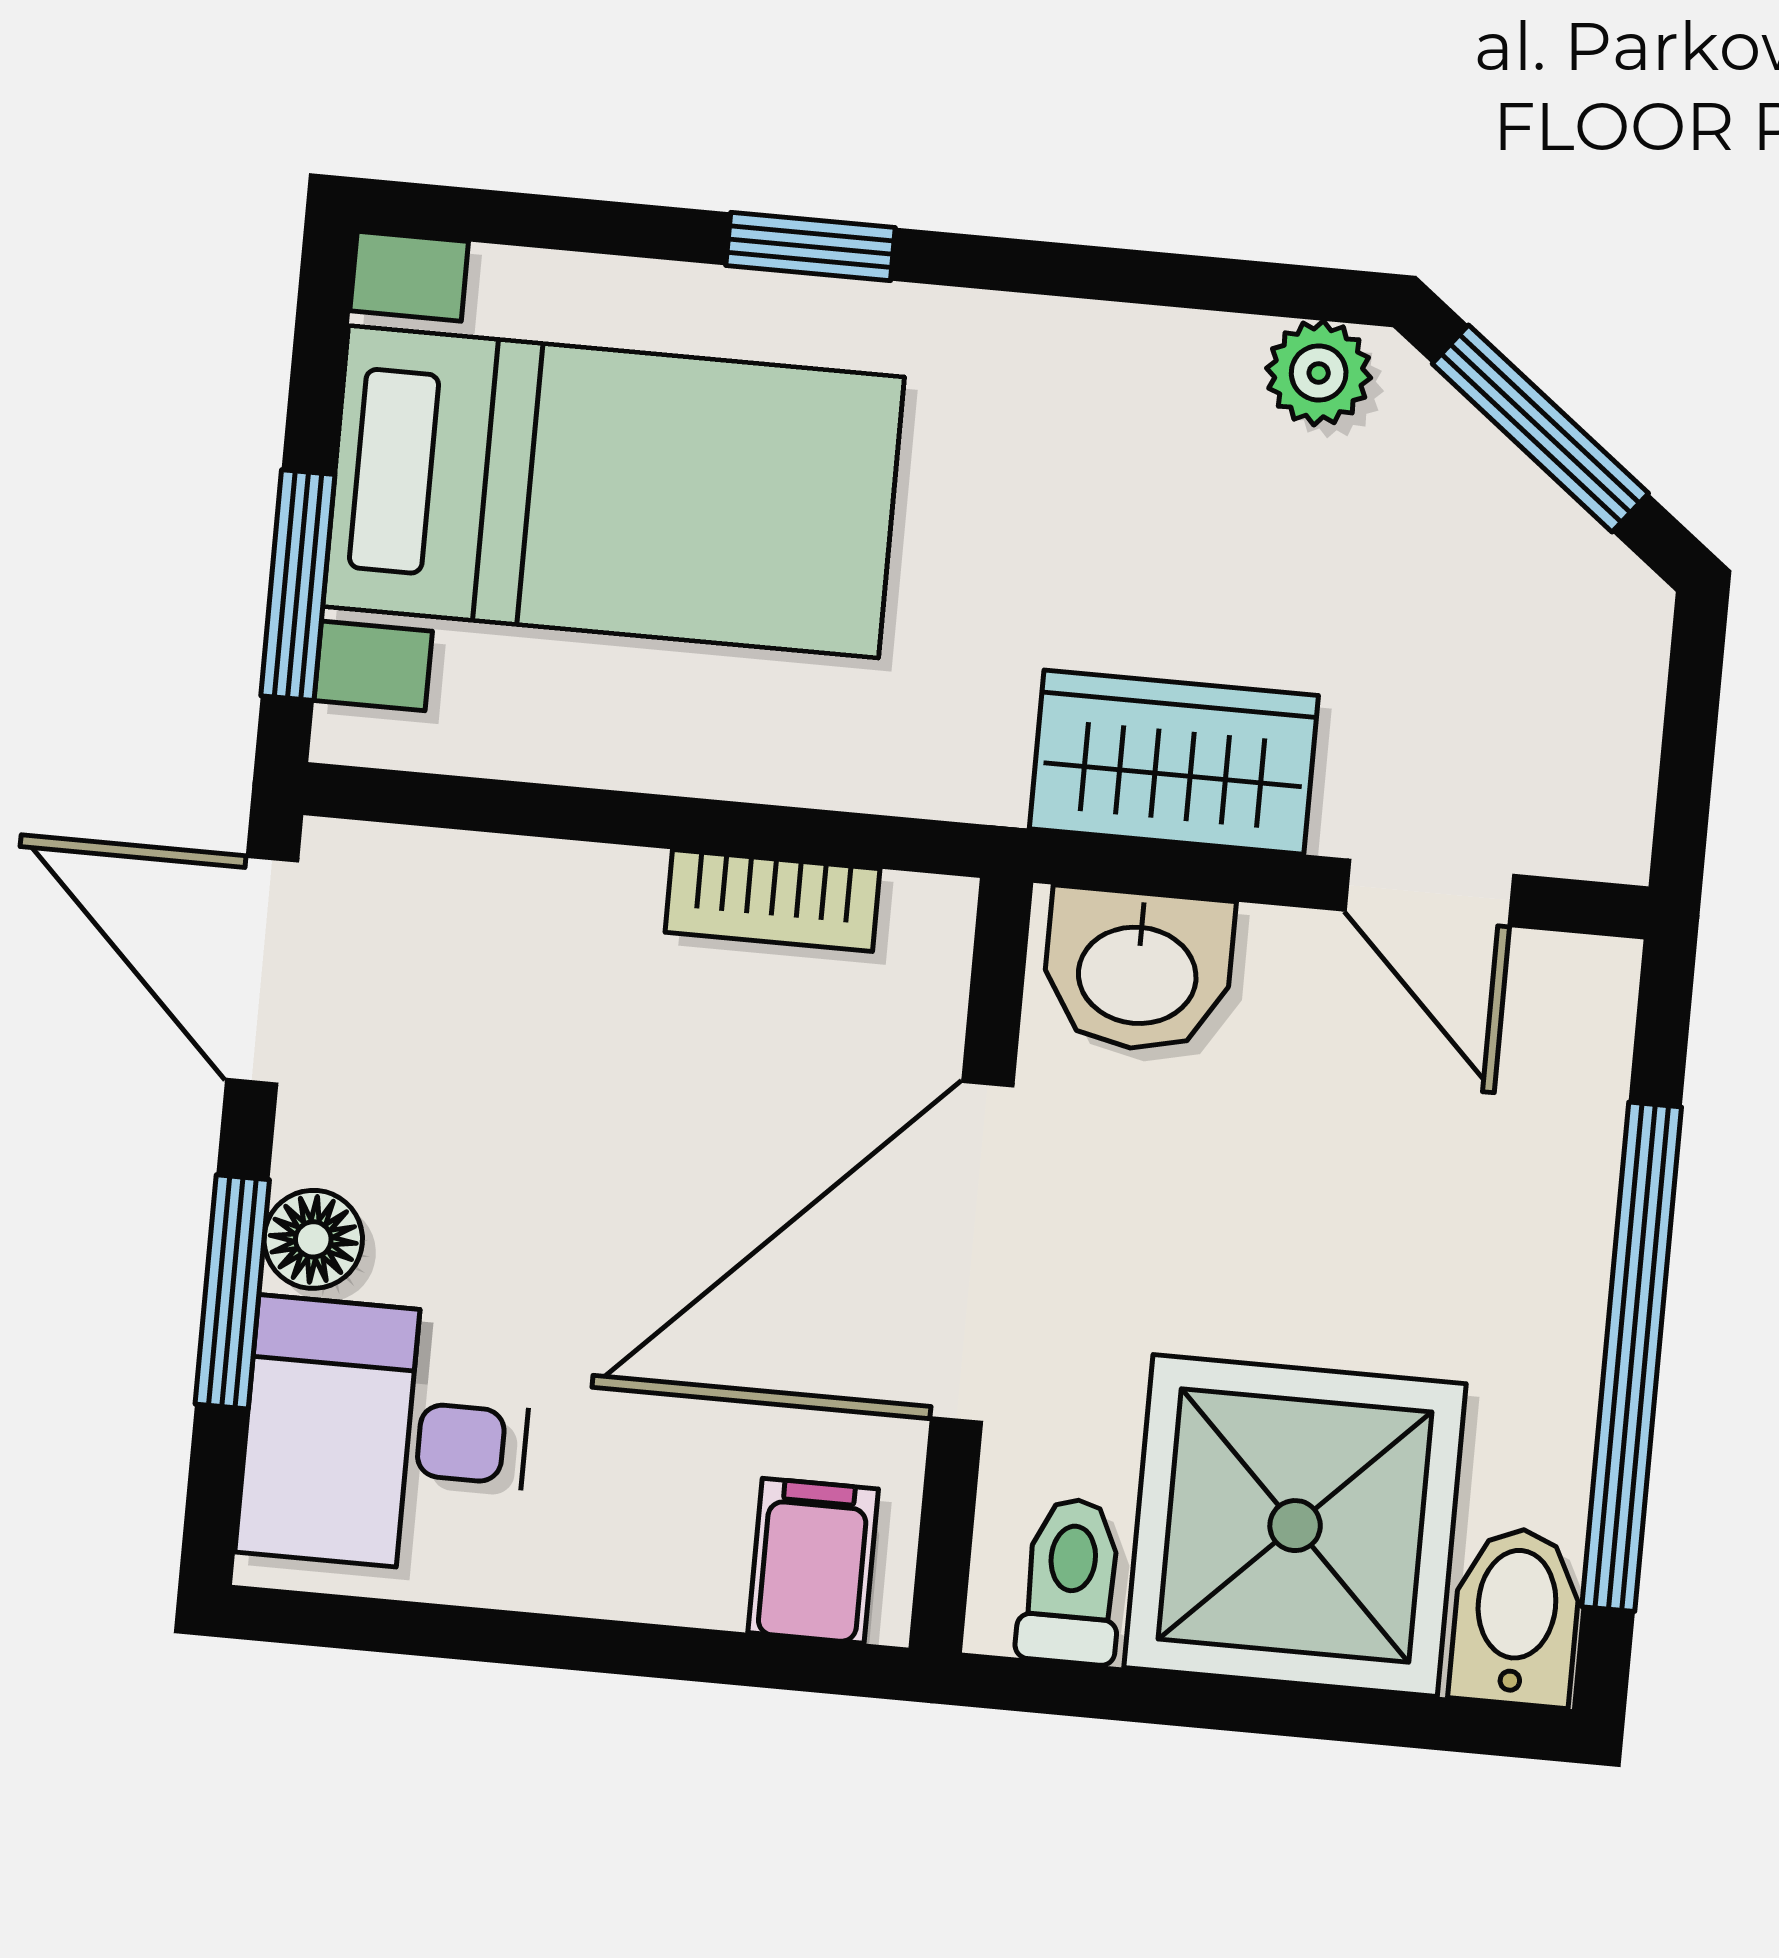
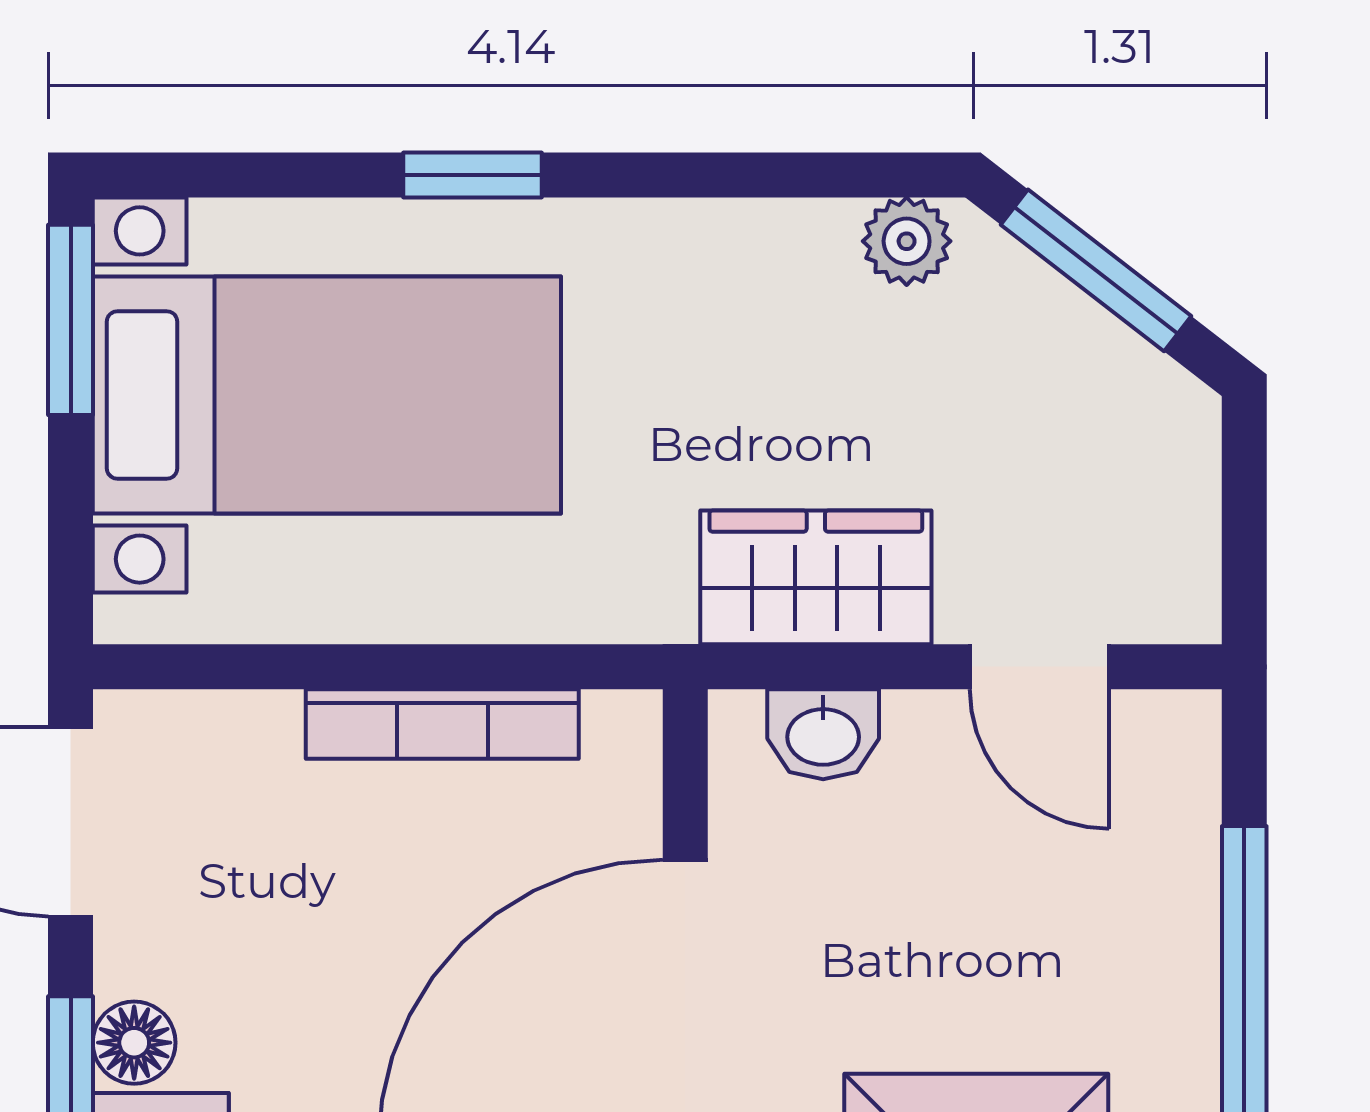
window: (298, 585) -> (71, 320), moved
bookcase: (773, 900) -> (442, 724), width x1.56
washbasin: (1138, 971) -> (823, 734), width x0.72, depth x0.69

